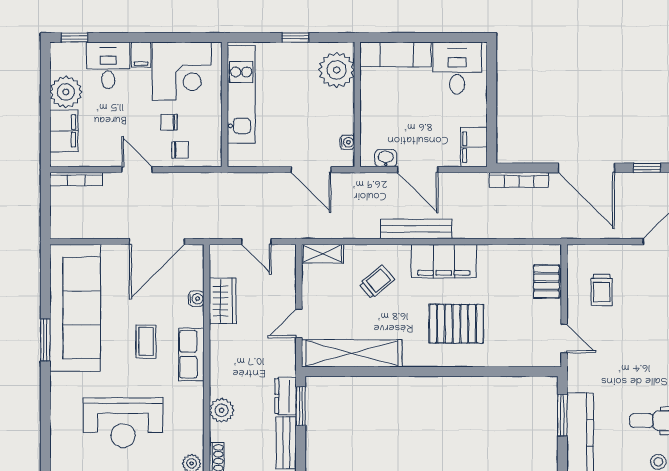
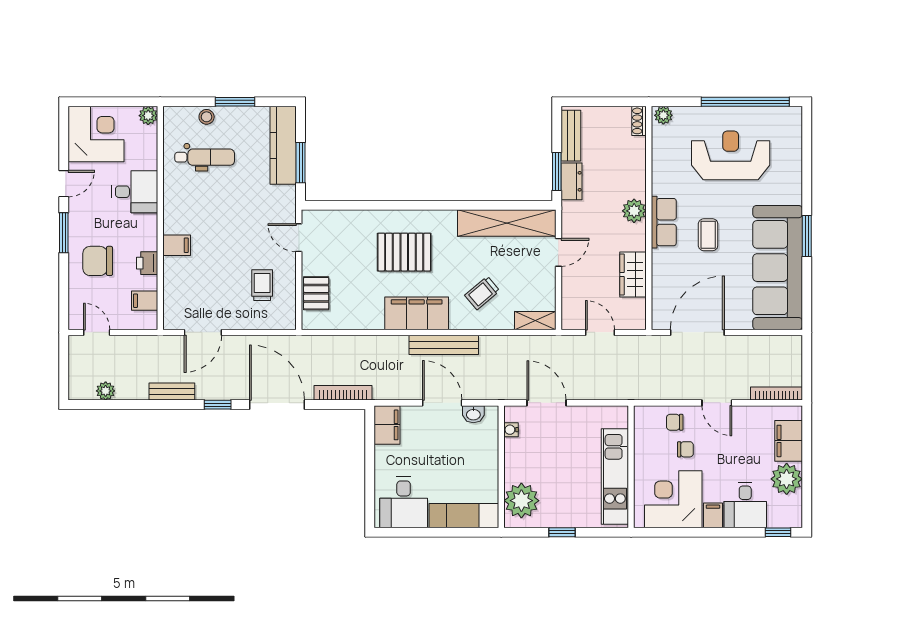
water cooler: (196, 299) -> (659, 277), removed
plant: (222, 410) -> (634, 211), moved

